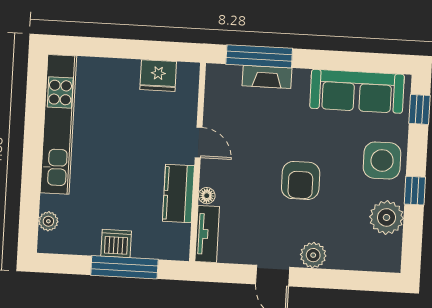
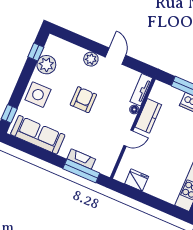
door: (199, 142) -> (128, 138), swing flipped
window: (415, 191) -> (36, 52), moved

